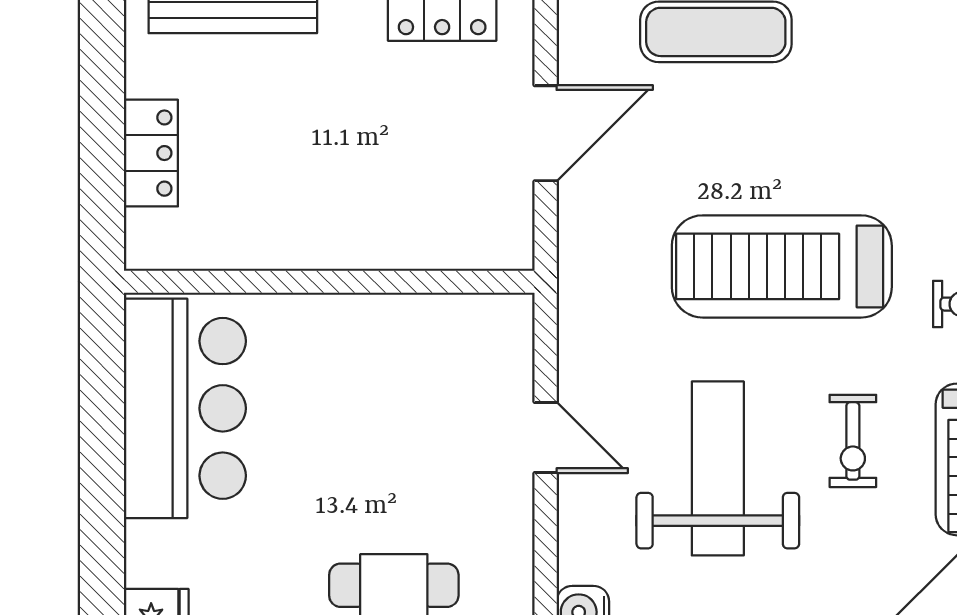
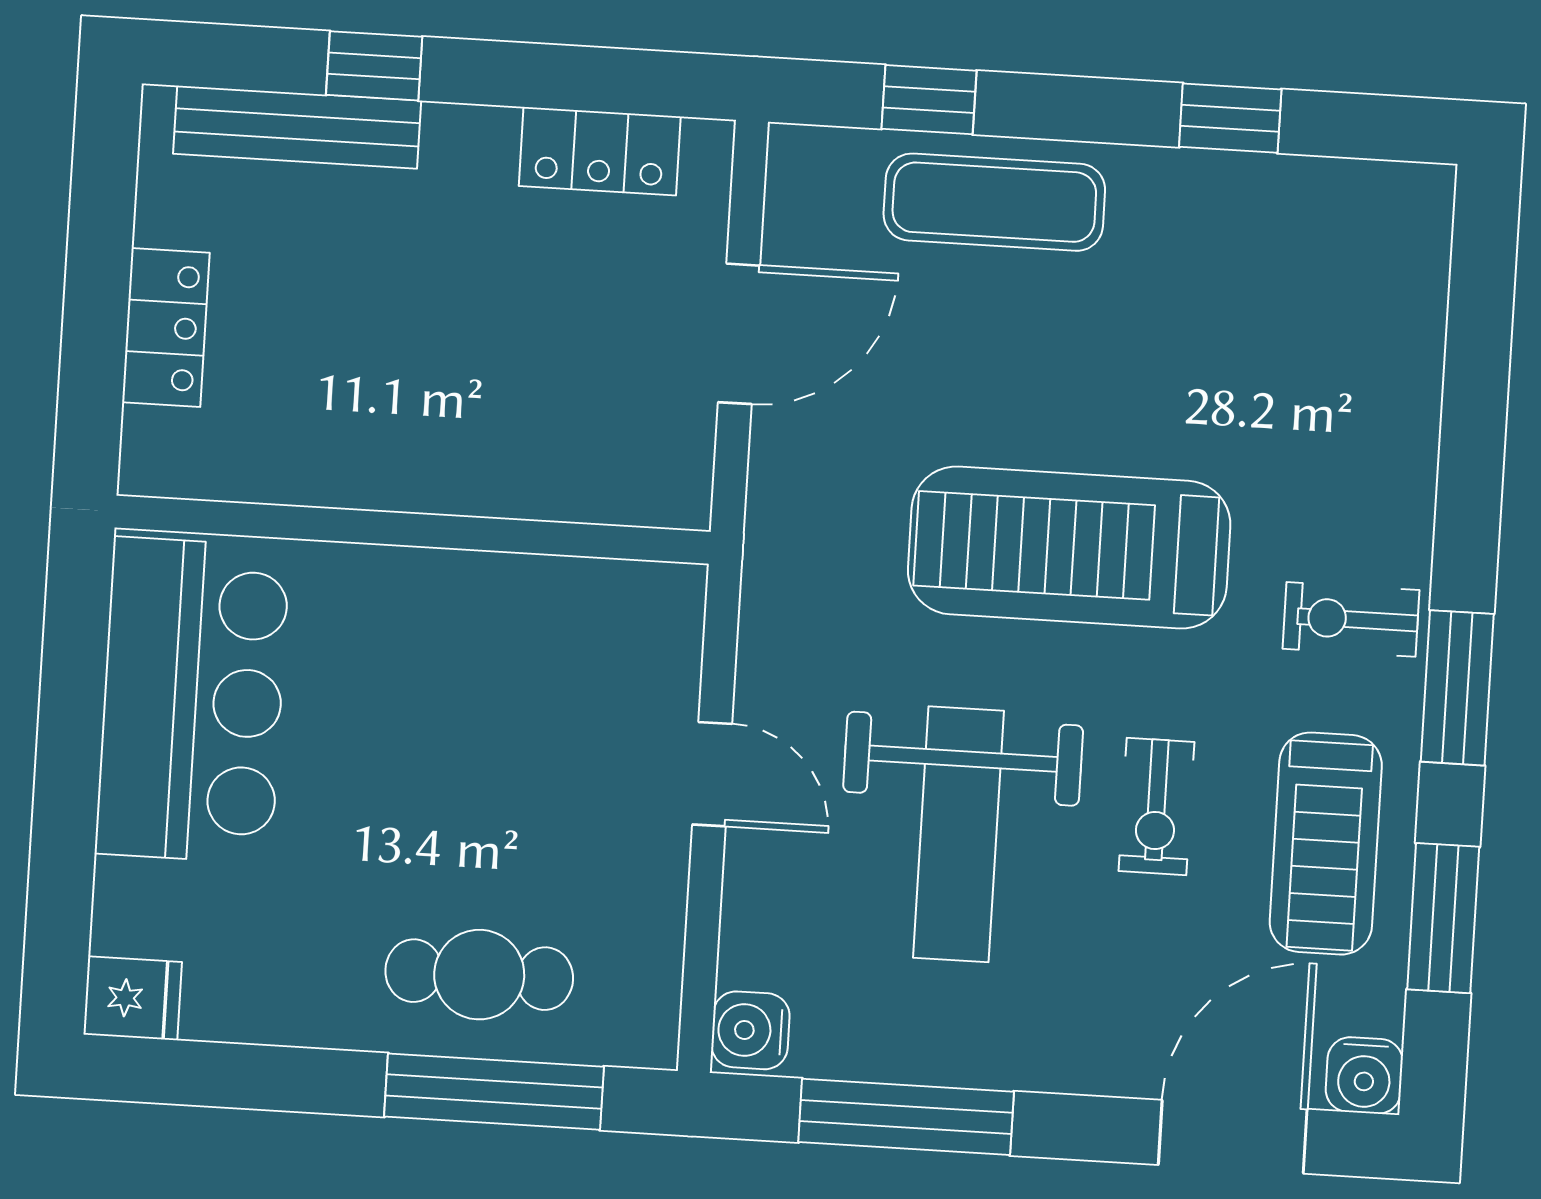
weight bench: (718, 468) -> (958, 834), turned 180

